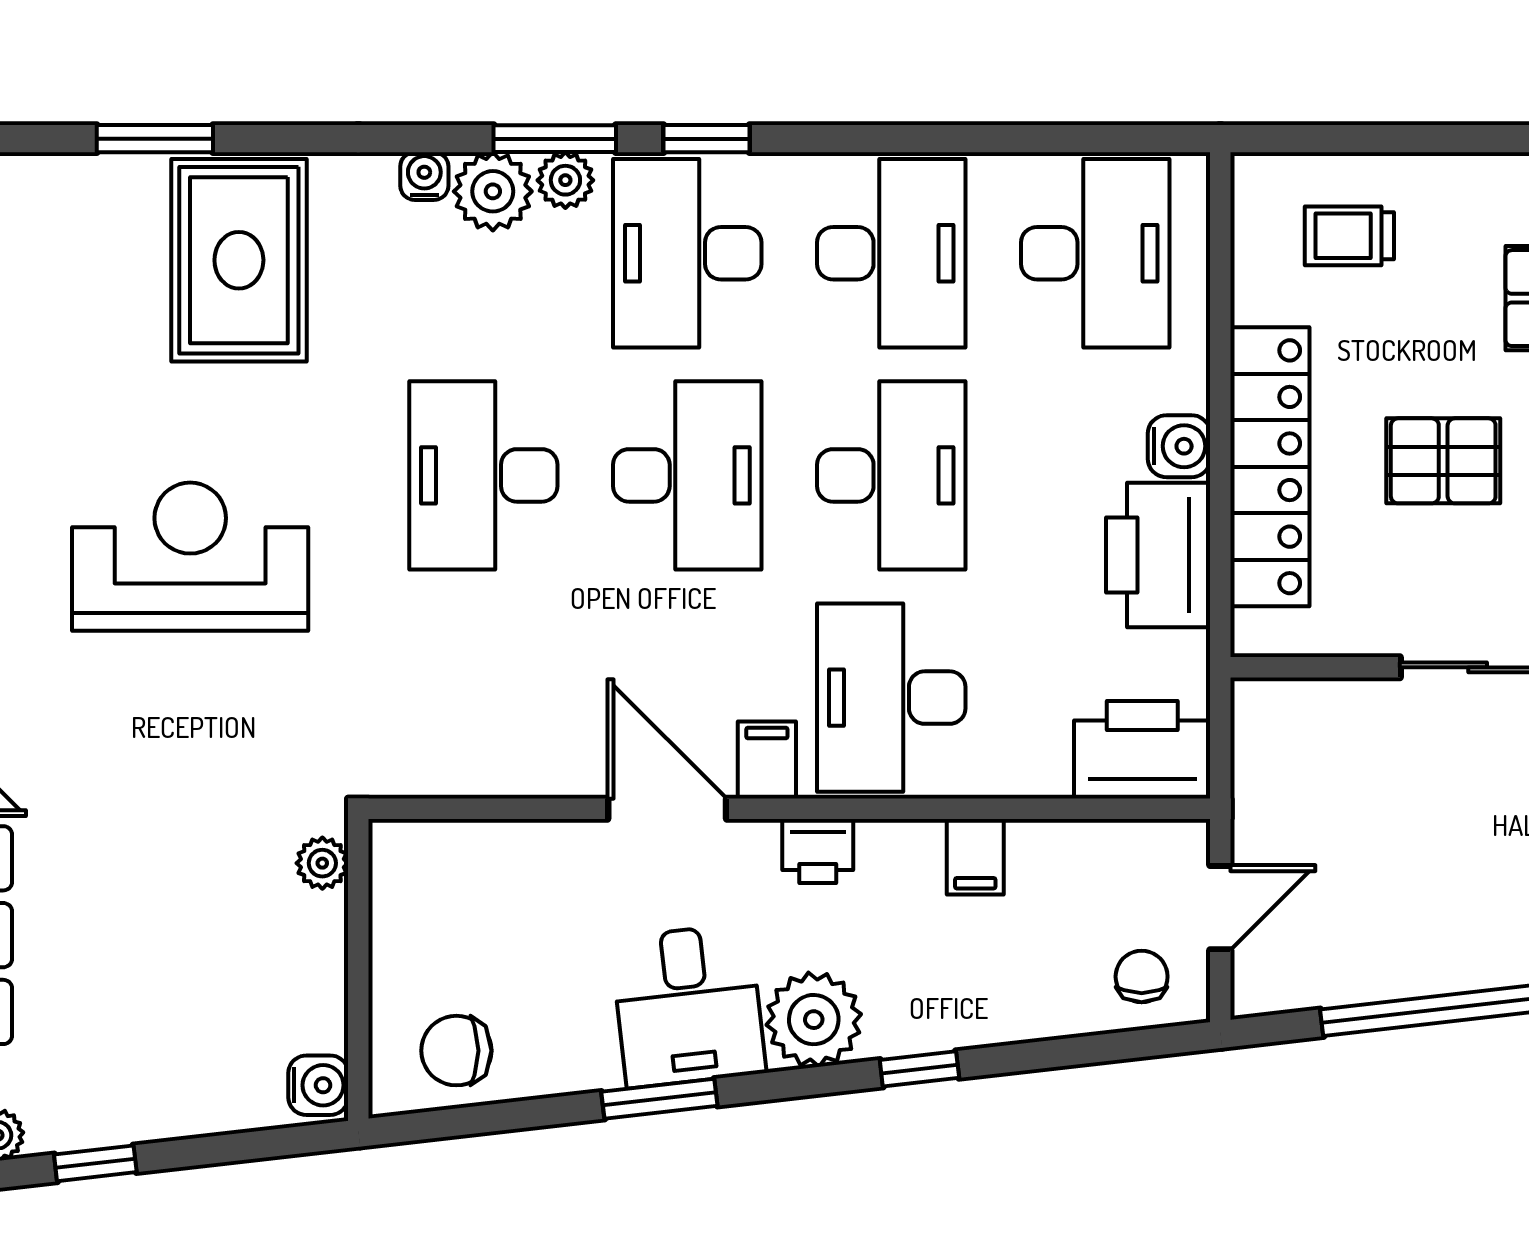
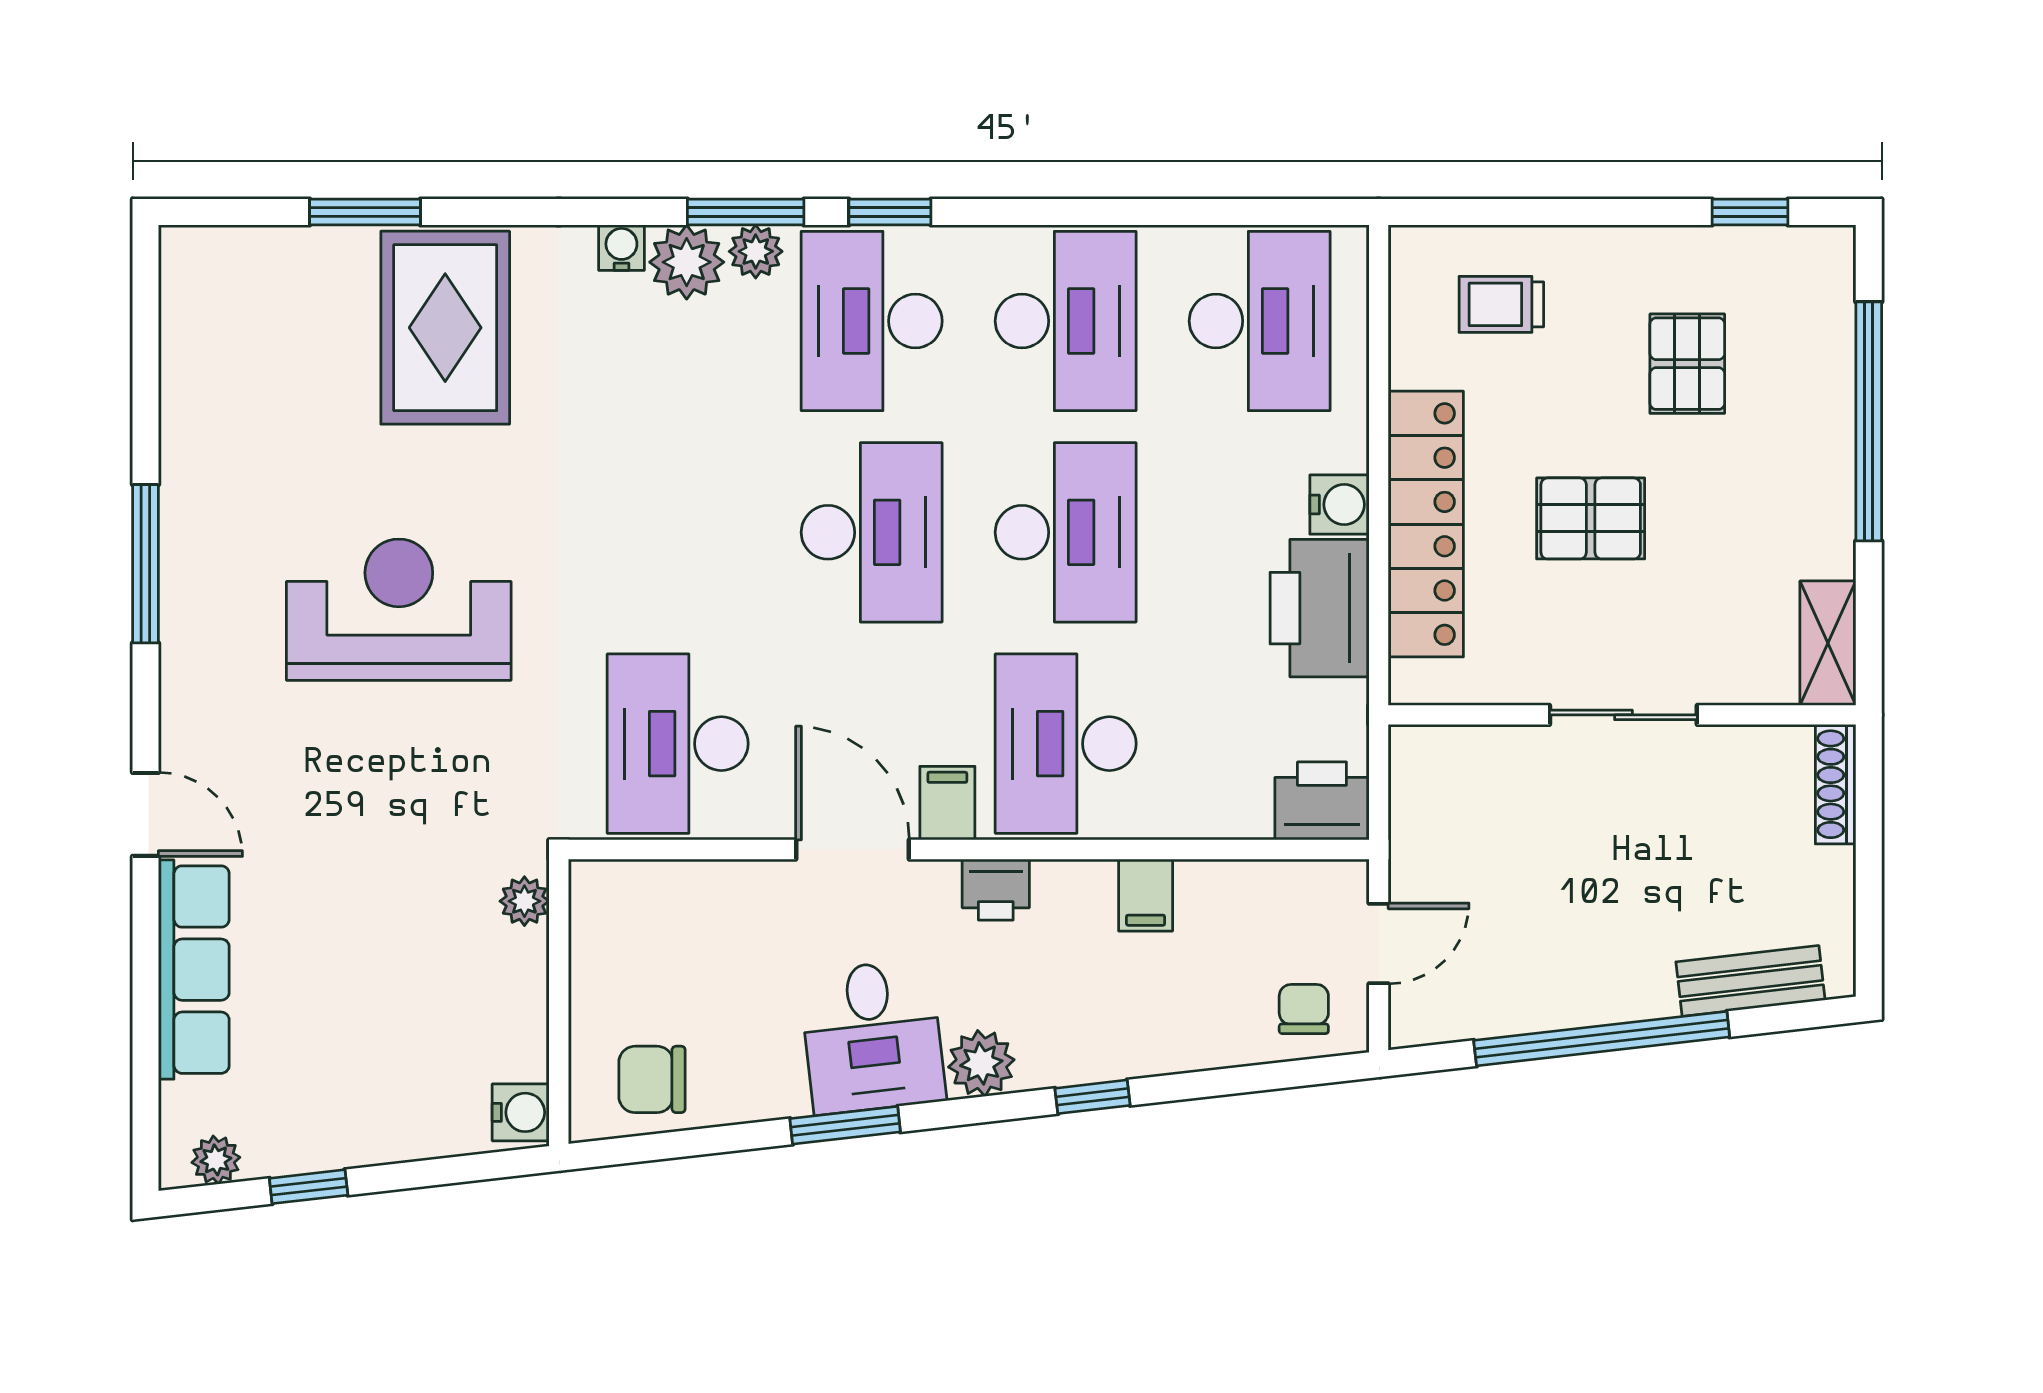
desk: (483, 475) -> (678, 744), moved
printer: (1142, 750) -> (1322, 801), width x0.73, depth x0.84
plant: (814, 1020) -> (981, 1063), width x0.73, depth x0.73

